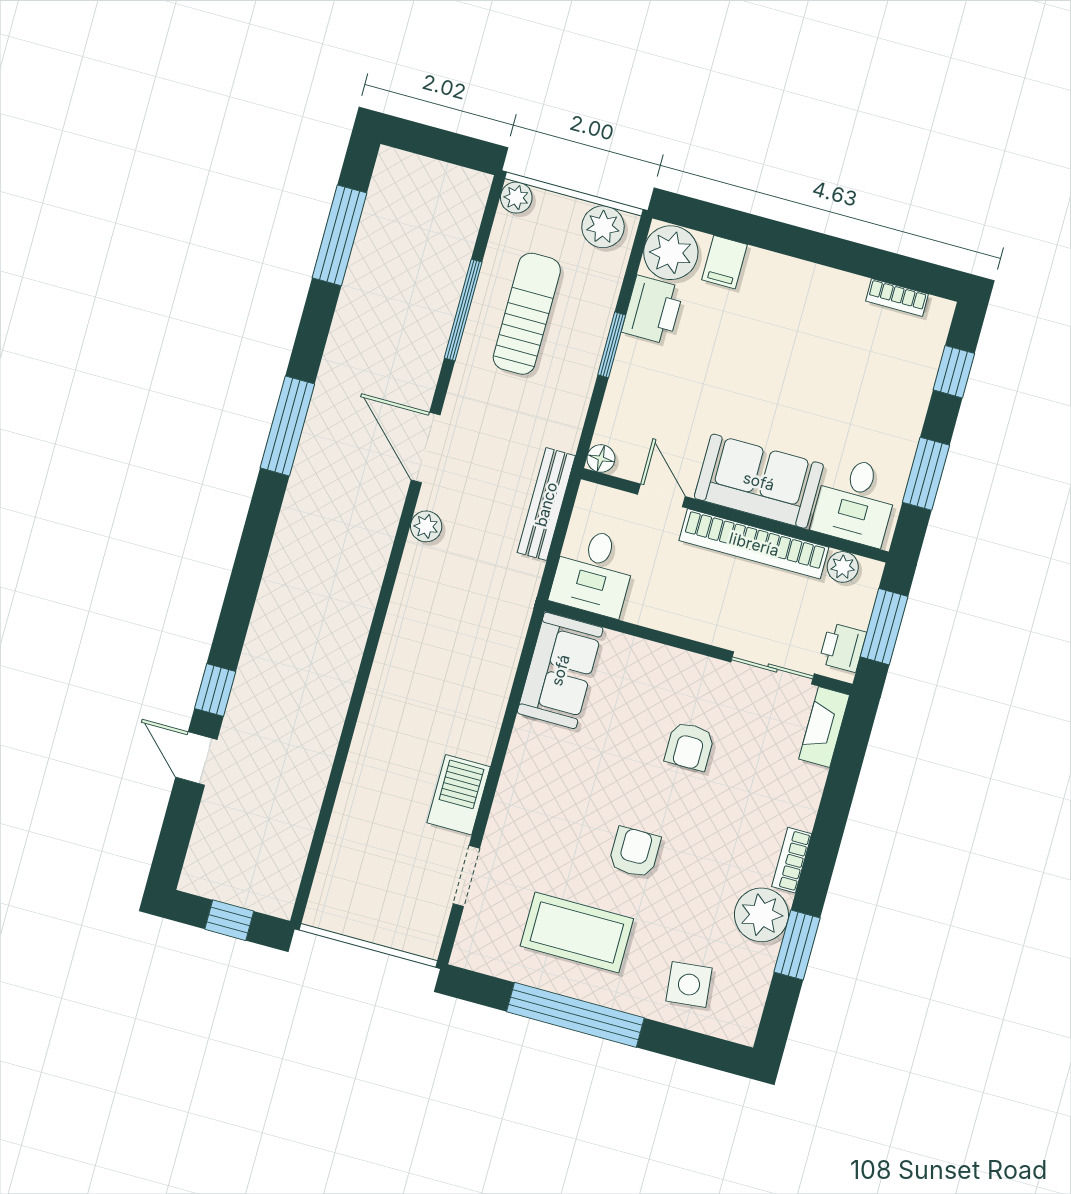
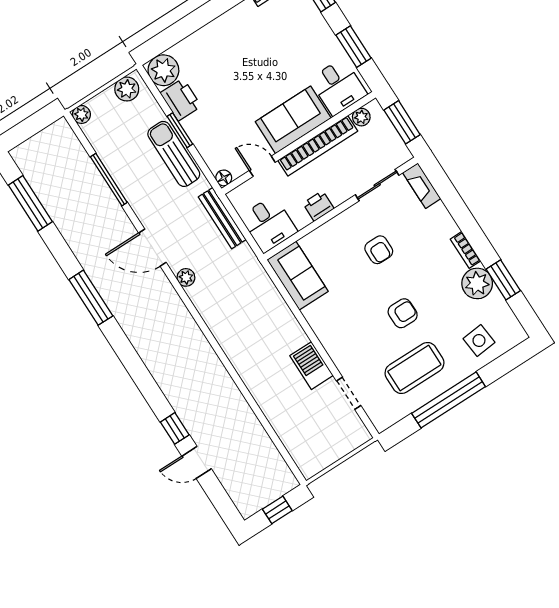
filing cabinet: (725, 262) -> (188, 51), removed
sun lounger: (527, 314) -> (174, 154), moved
printer: (843, 647) -> (318, 206), moved, turned 90
armchair: (635, 852) -> (403, 313), turned 90

